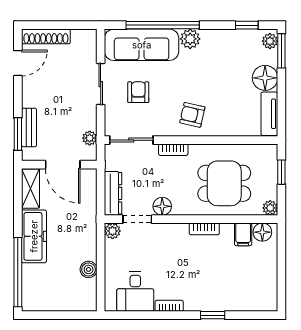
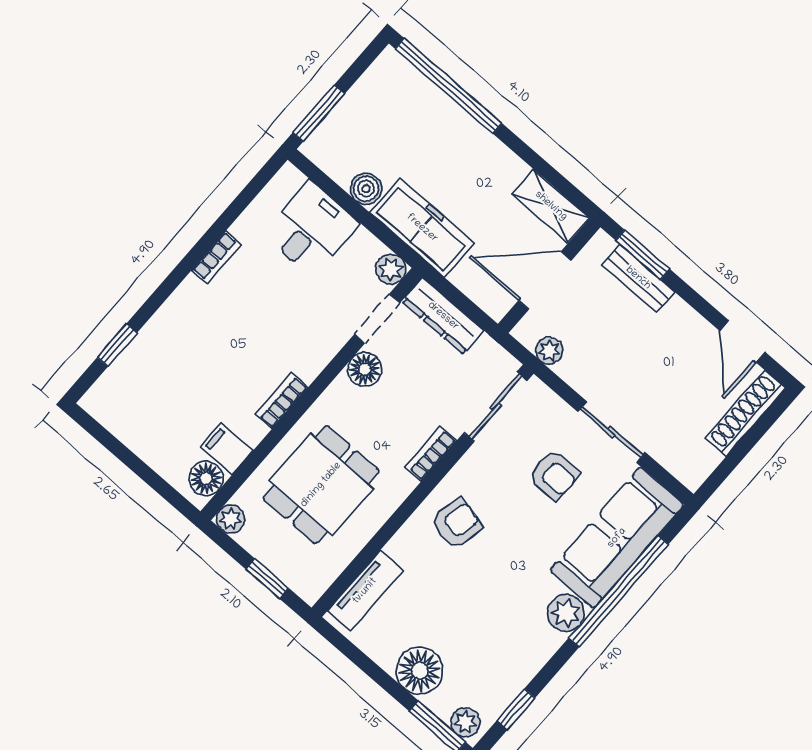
tv unit: (269, 114) -> (365, 591), moved, turned 90
freezer: (34, 236) -> (422, 228), moved, turned 180
desk: (135, 292) -> (311, 229), moved, turned 90
window: (75, 315) -> (319, 113), added
window: (213, 315) -> (117, 345), moved

